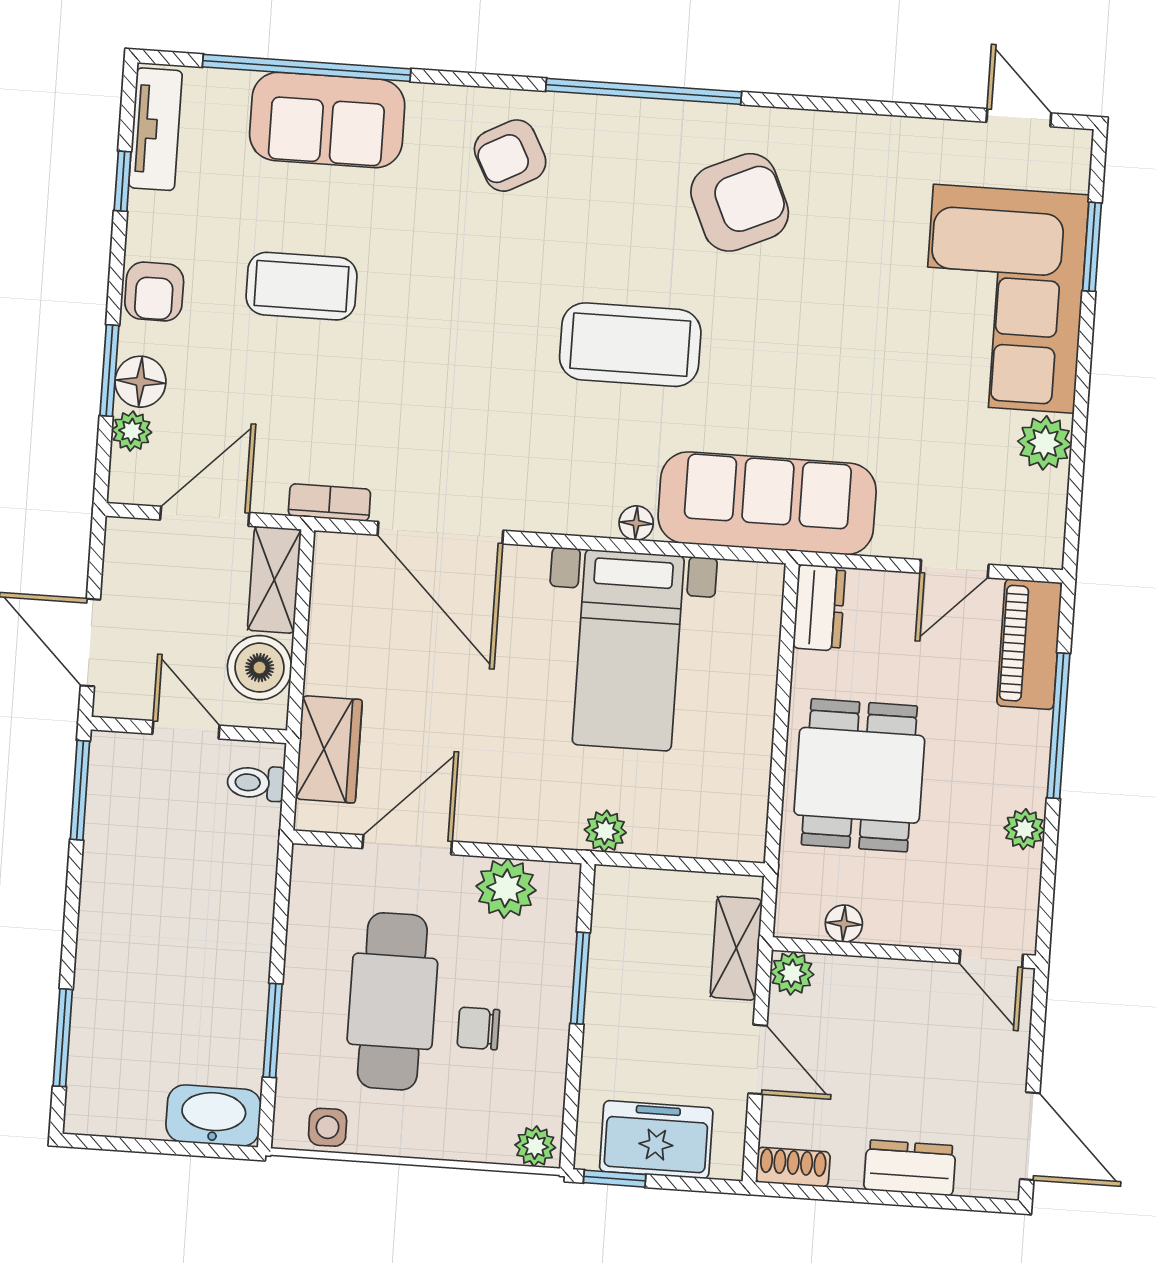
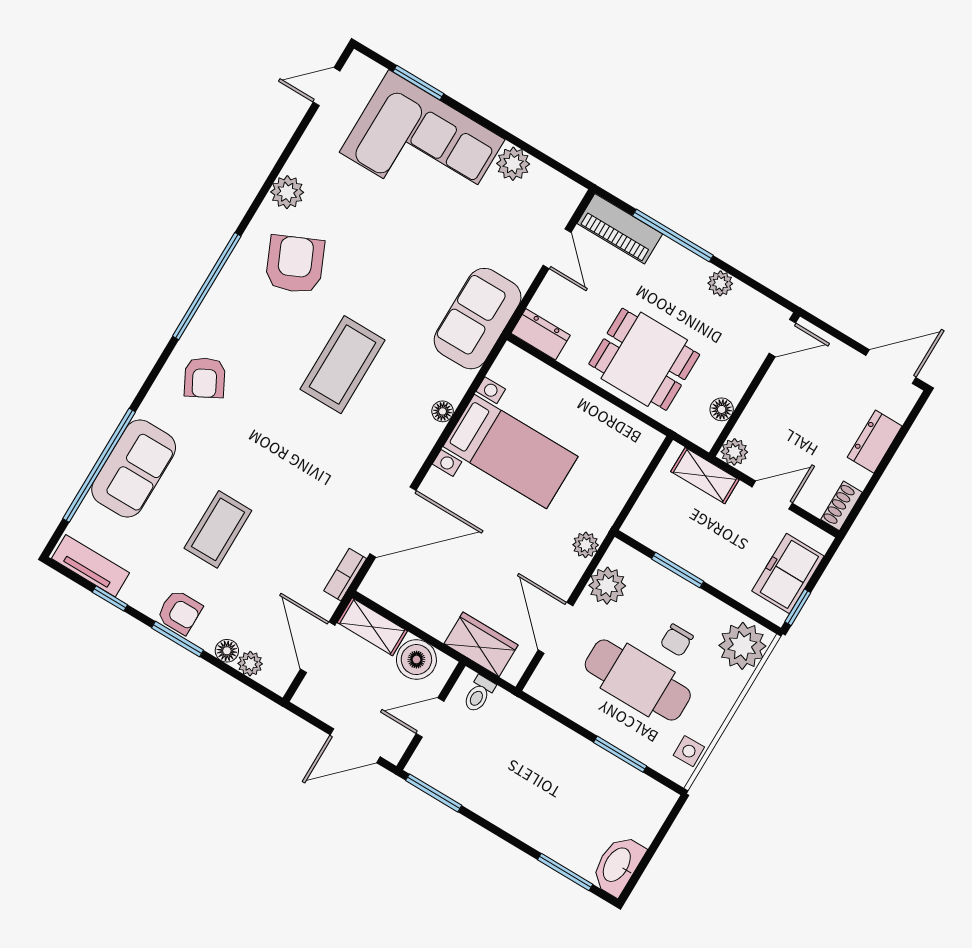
plant: (838, 138) -> (287, 192), added
window: (109, 371) -> (177, 639), moved
floor lamp: (140, 382) -> (227, 651), width x0.73, depth x0.73
sofa: (767, 503) -> (478, 319), width x0.73
plant: (605, 831) -> (586, 545), moved
washbasin: (213, 1116) -> (618, 865), moved
plant: (535, 1146) -> (742, 646), width x1.88, depth x1.88

